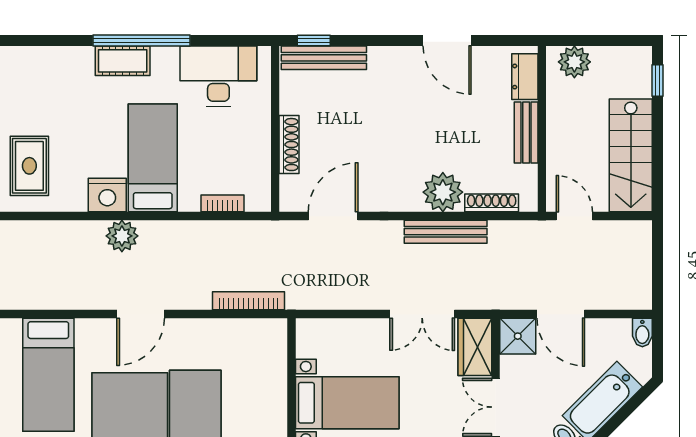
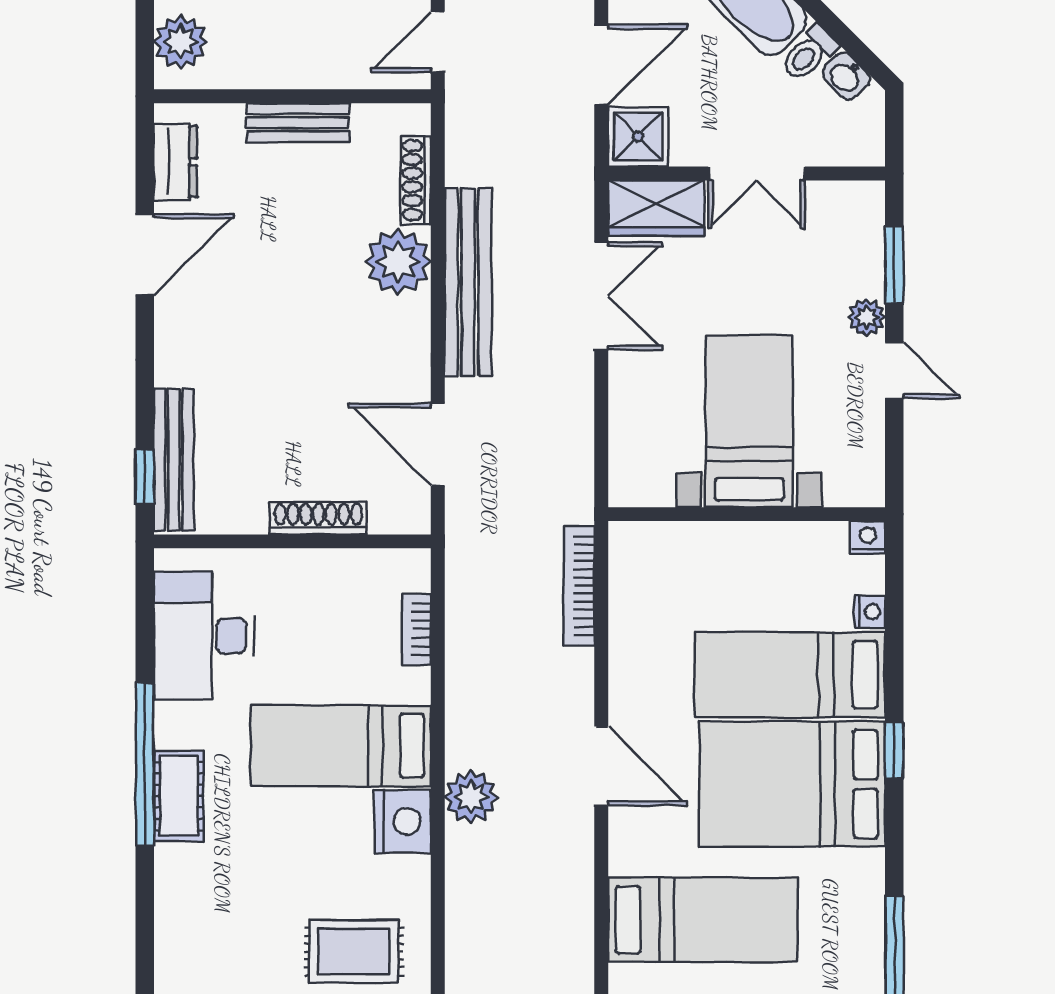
dresser: (525, 77) -> (175, 162), moved, turned -90
bench: (446, 232) -> (468, 282), width x1.37, depth x1.21

